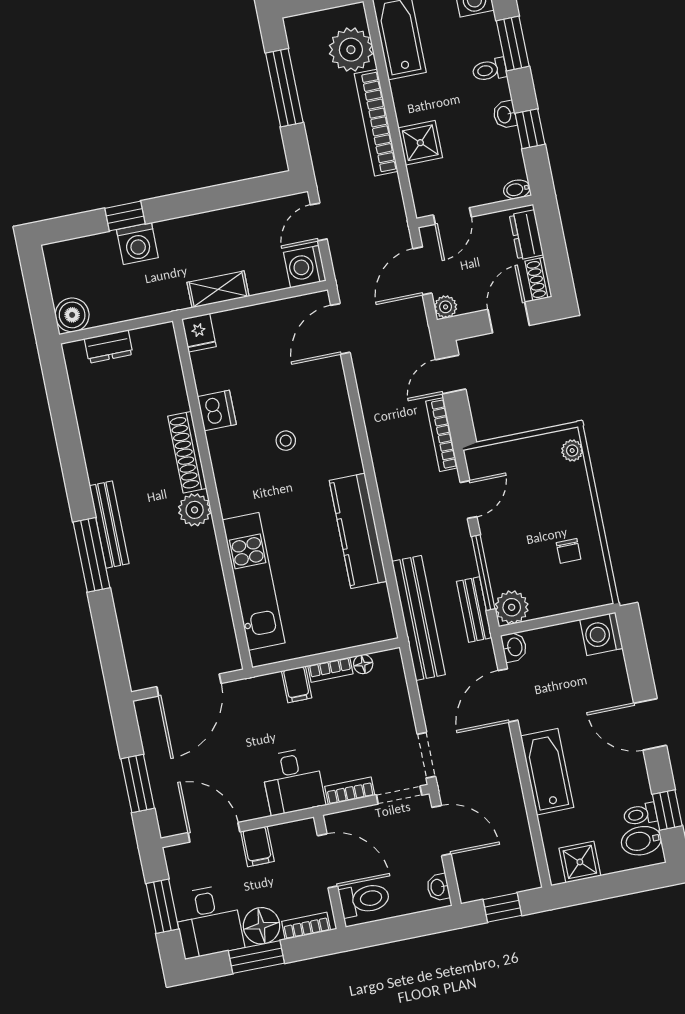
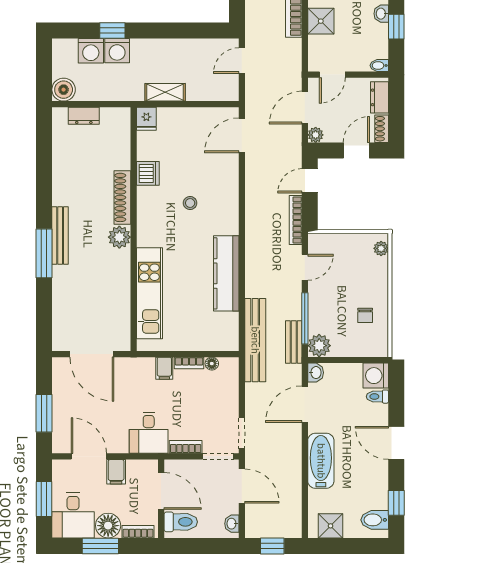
washing machine: (305, 267) -> (91, 51), moved, turned -90
door: (189, 685) -> (92, 354), hinge flipped
toilet: (640, 814) -> (377, 397), moved

